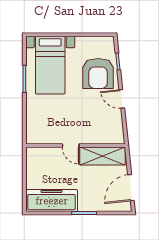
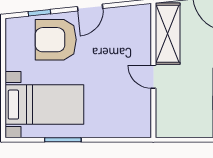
armchair: (98, 73) -> (56, 40), turned 180
door: (71, 145) -> (153, 77), swing flipped

